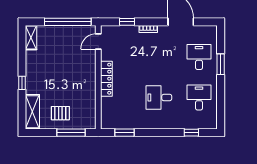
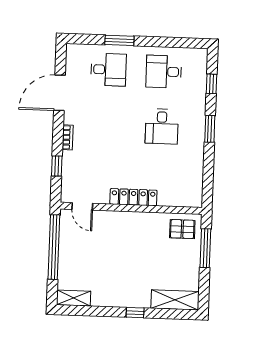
desk: (199, 57) -> (108, 70), turned 180
pallet: (60, 113) -> (182, 229), moved, turned 90
window: (125, 133) -> (210, 129), moved

